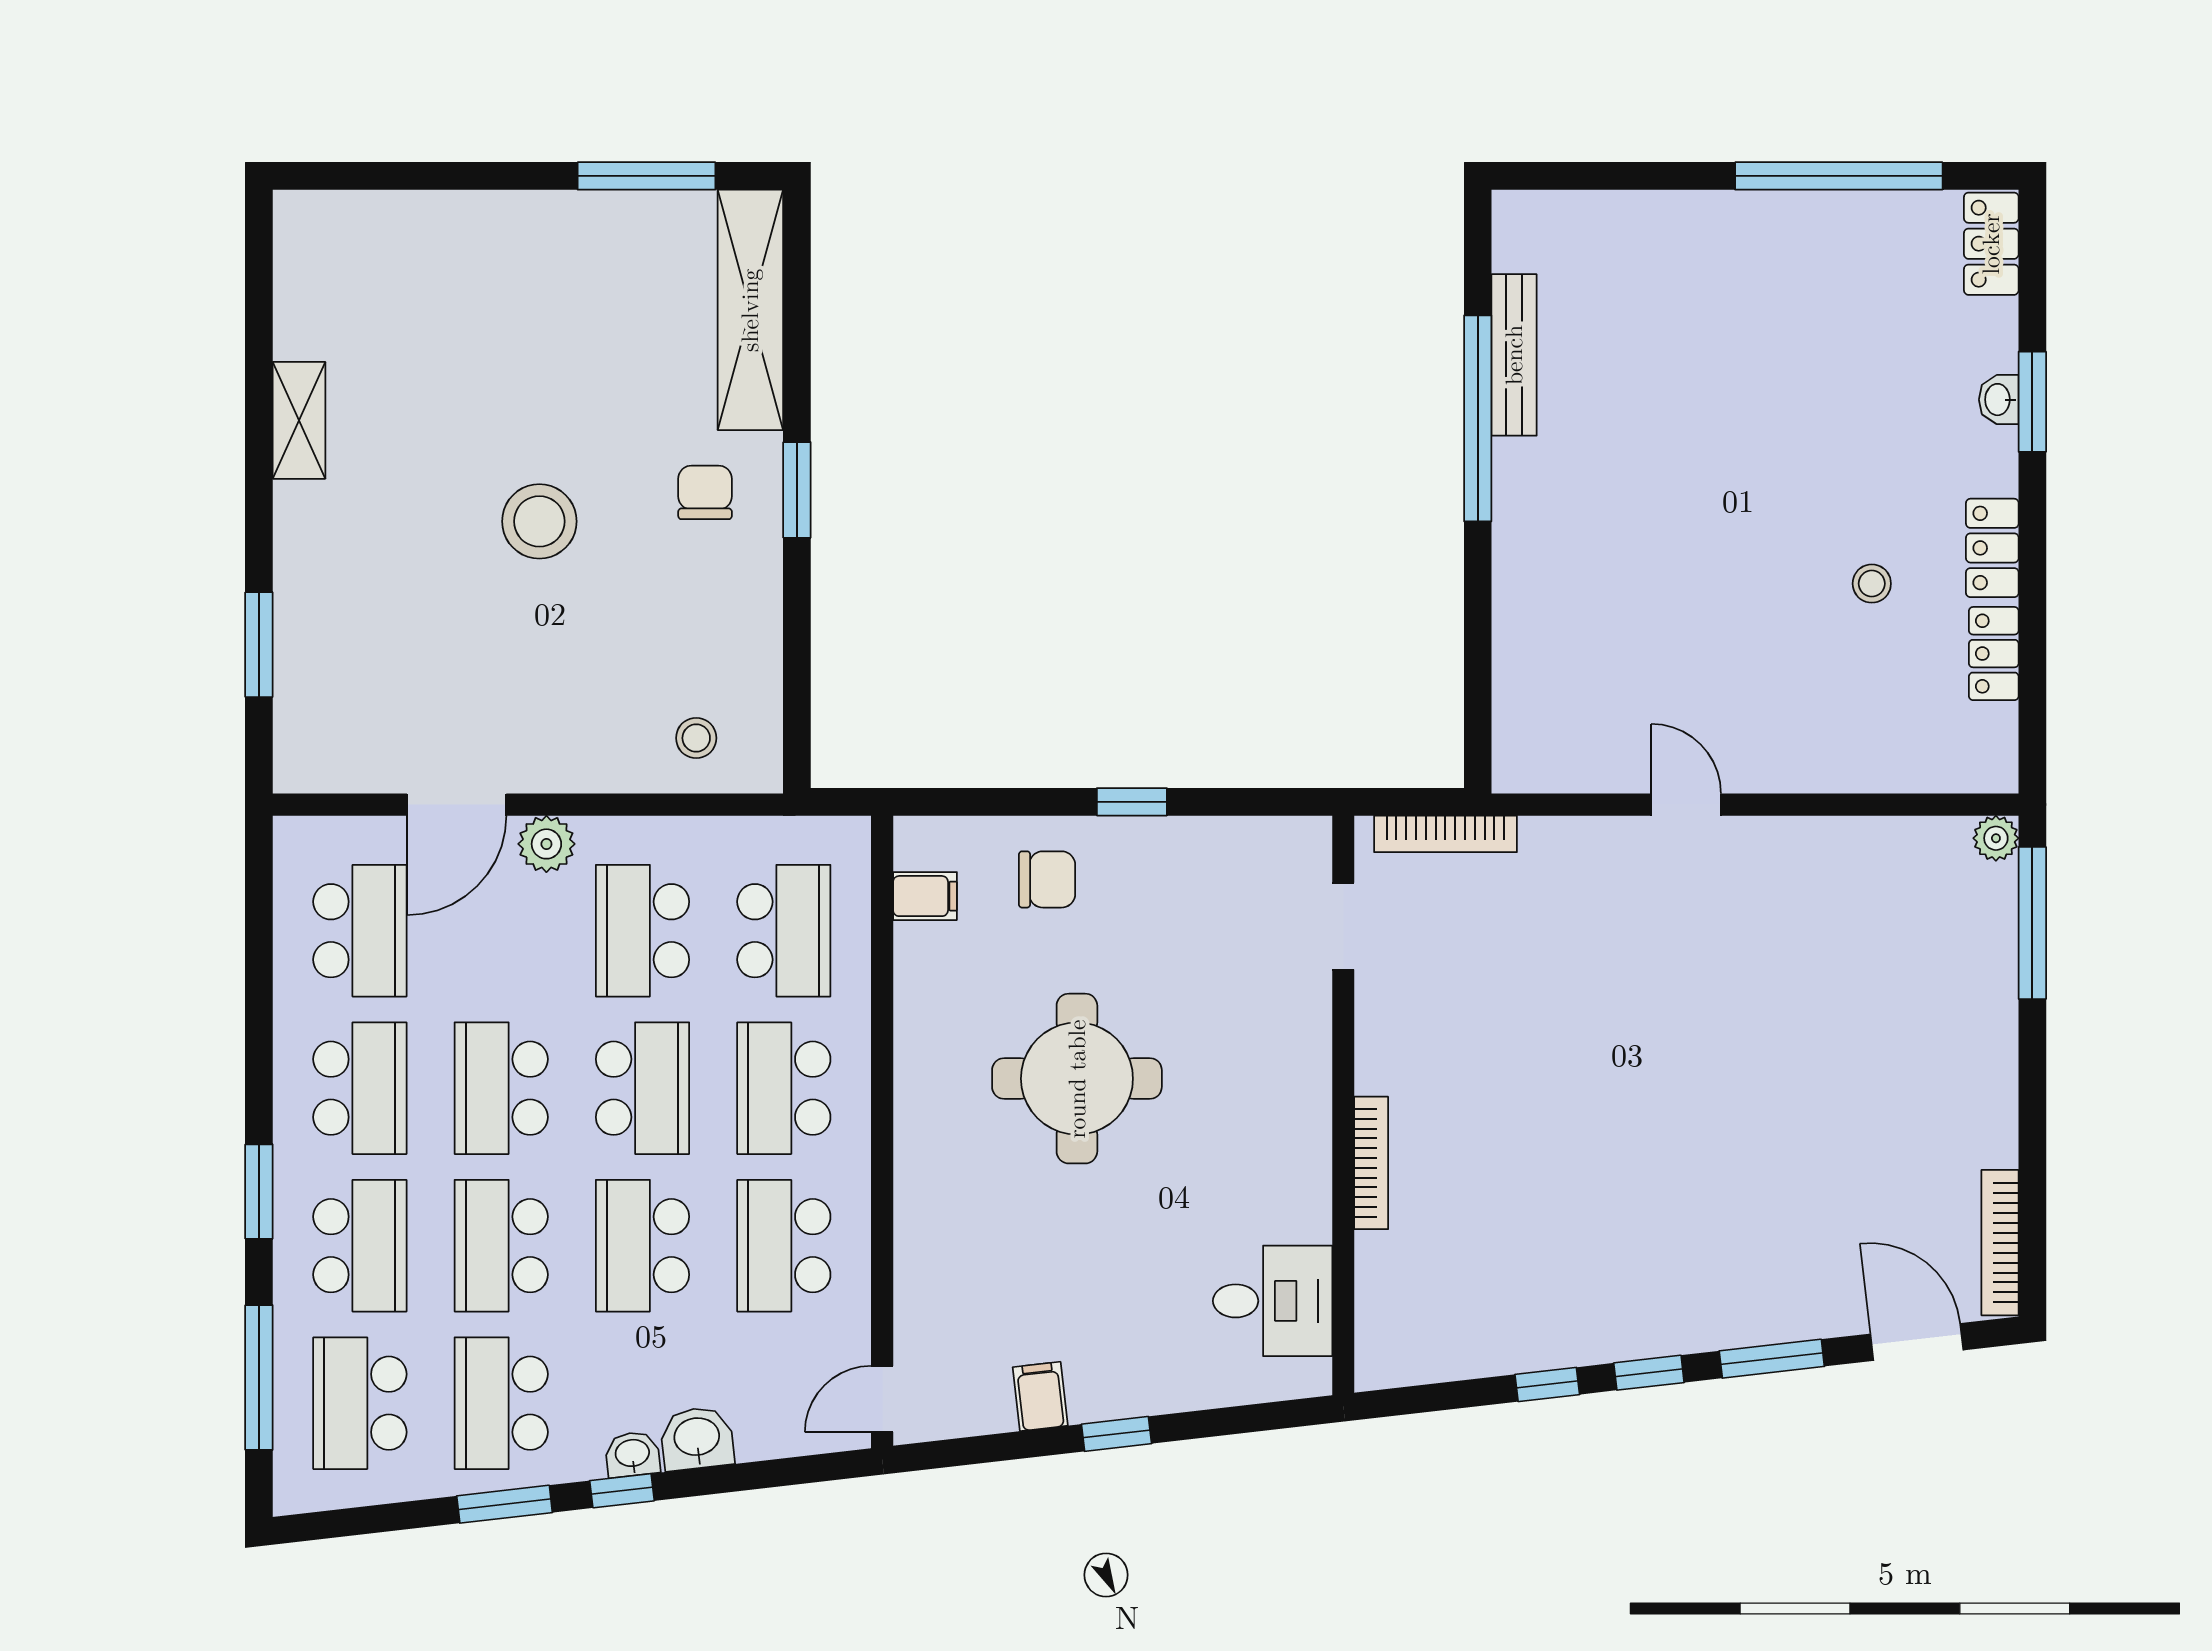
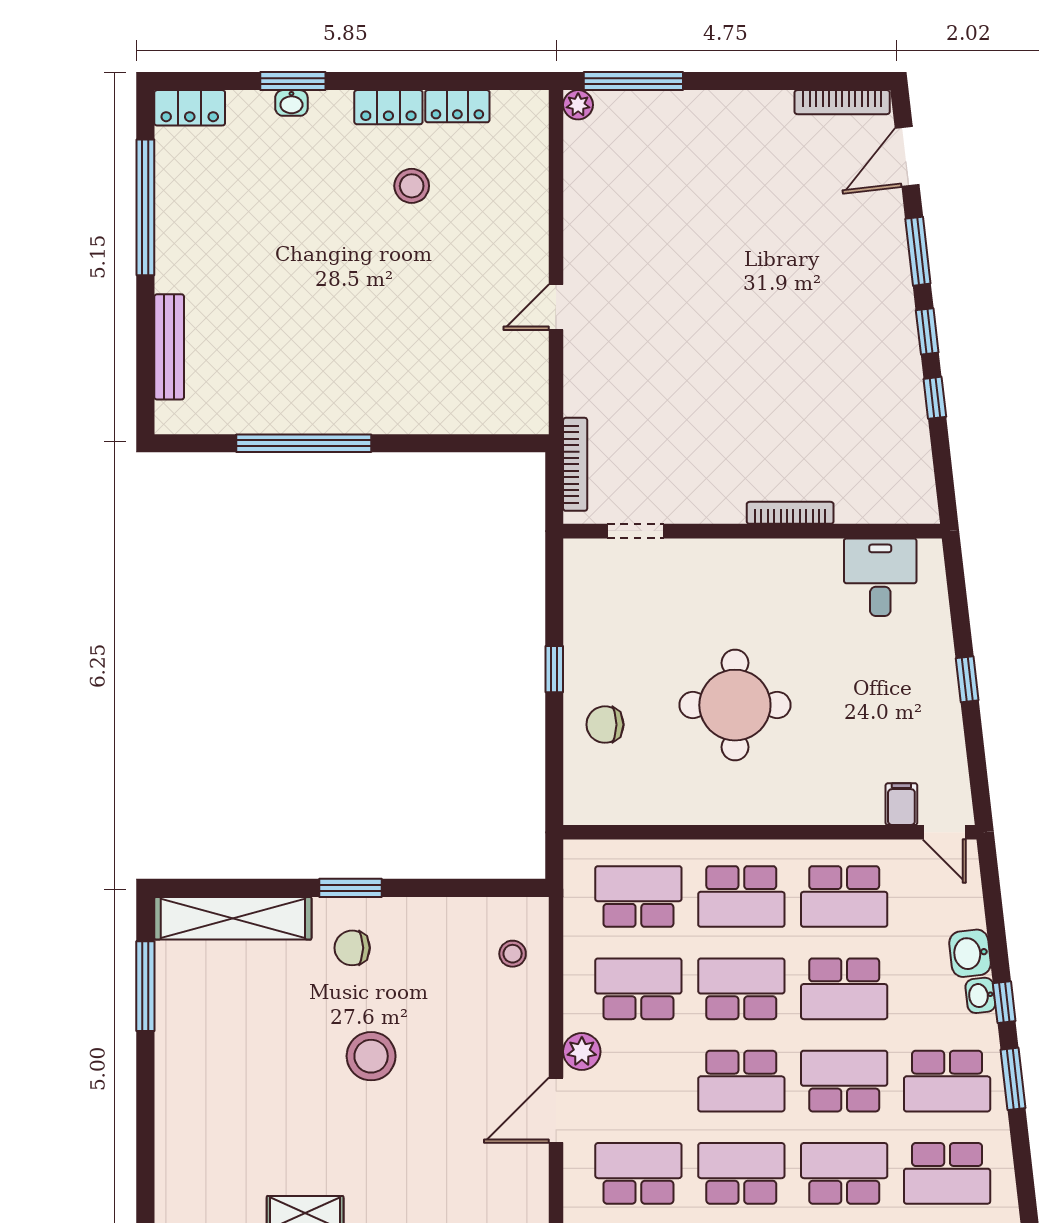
bench: (1514, 355) -> (169, 347), moved, turned 90
stool: (1872, 584) -> (412, 186), width x1.37, depth x1.37
door: (457, 805) -> (556, 1110), swing flipped
chair: (1047, 879) -> (605, 725), turned -90
filing cabinet: (925, 896) -> (616, 804), removed
school desk: (643, 931) -> (638, 989), turned 180
school desk: (501, 1246) -> (844, 1081), turned 180
filing cabinet: (1040, 1396) -> (901, 804), moved, turned 97

